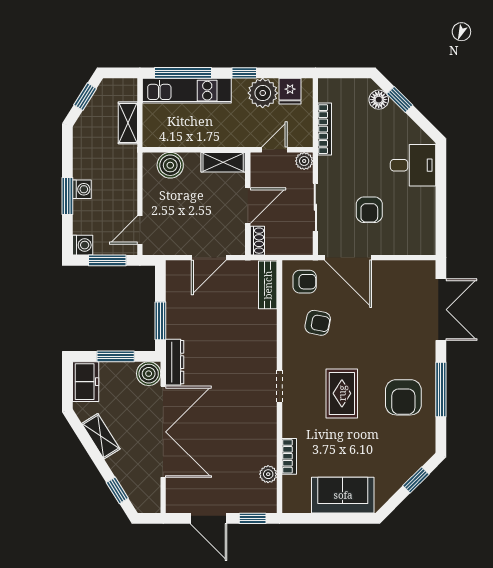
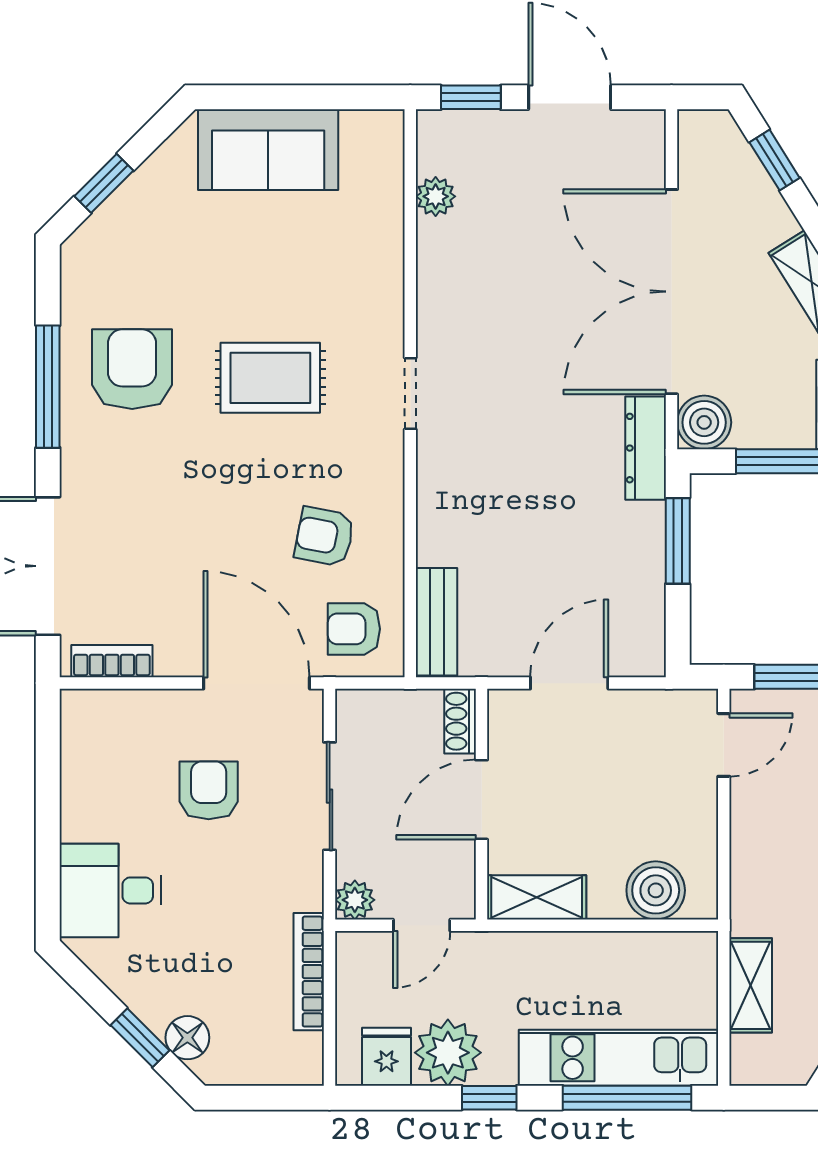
rug: (342, 393) -> (270, 378), turned 90
bookcase: (289, 456) -> (112, 661), moved, turned 90

